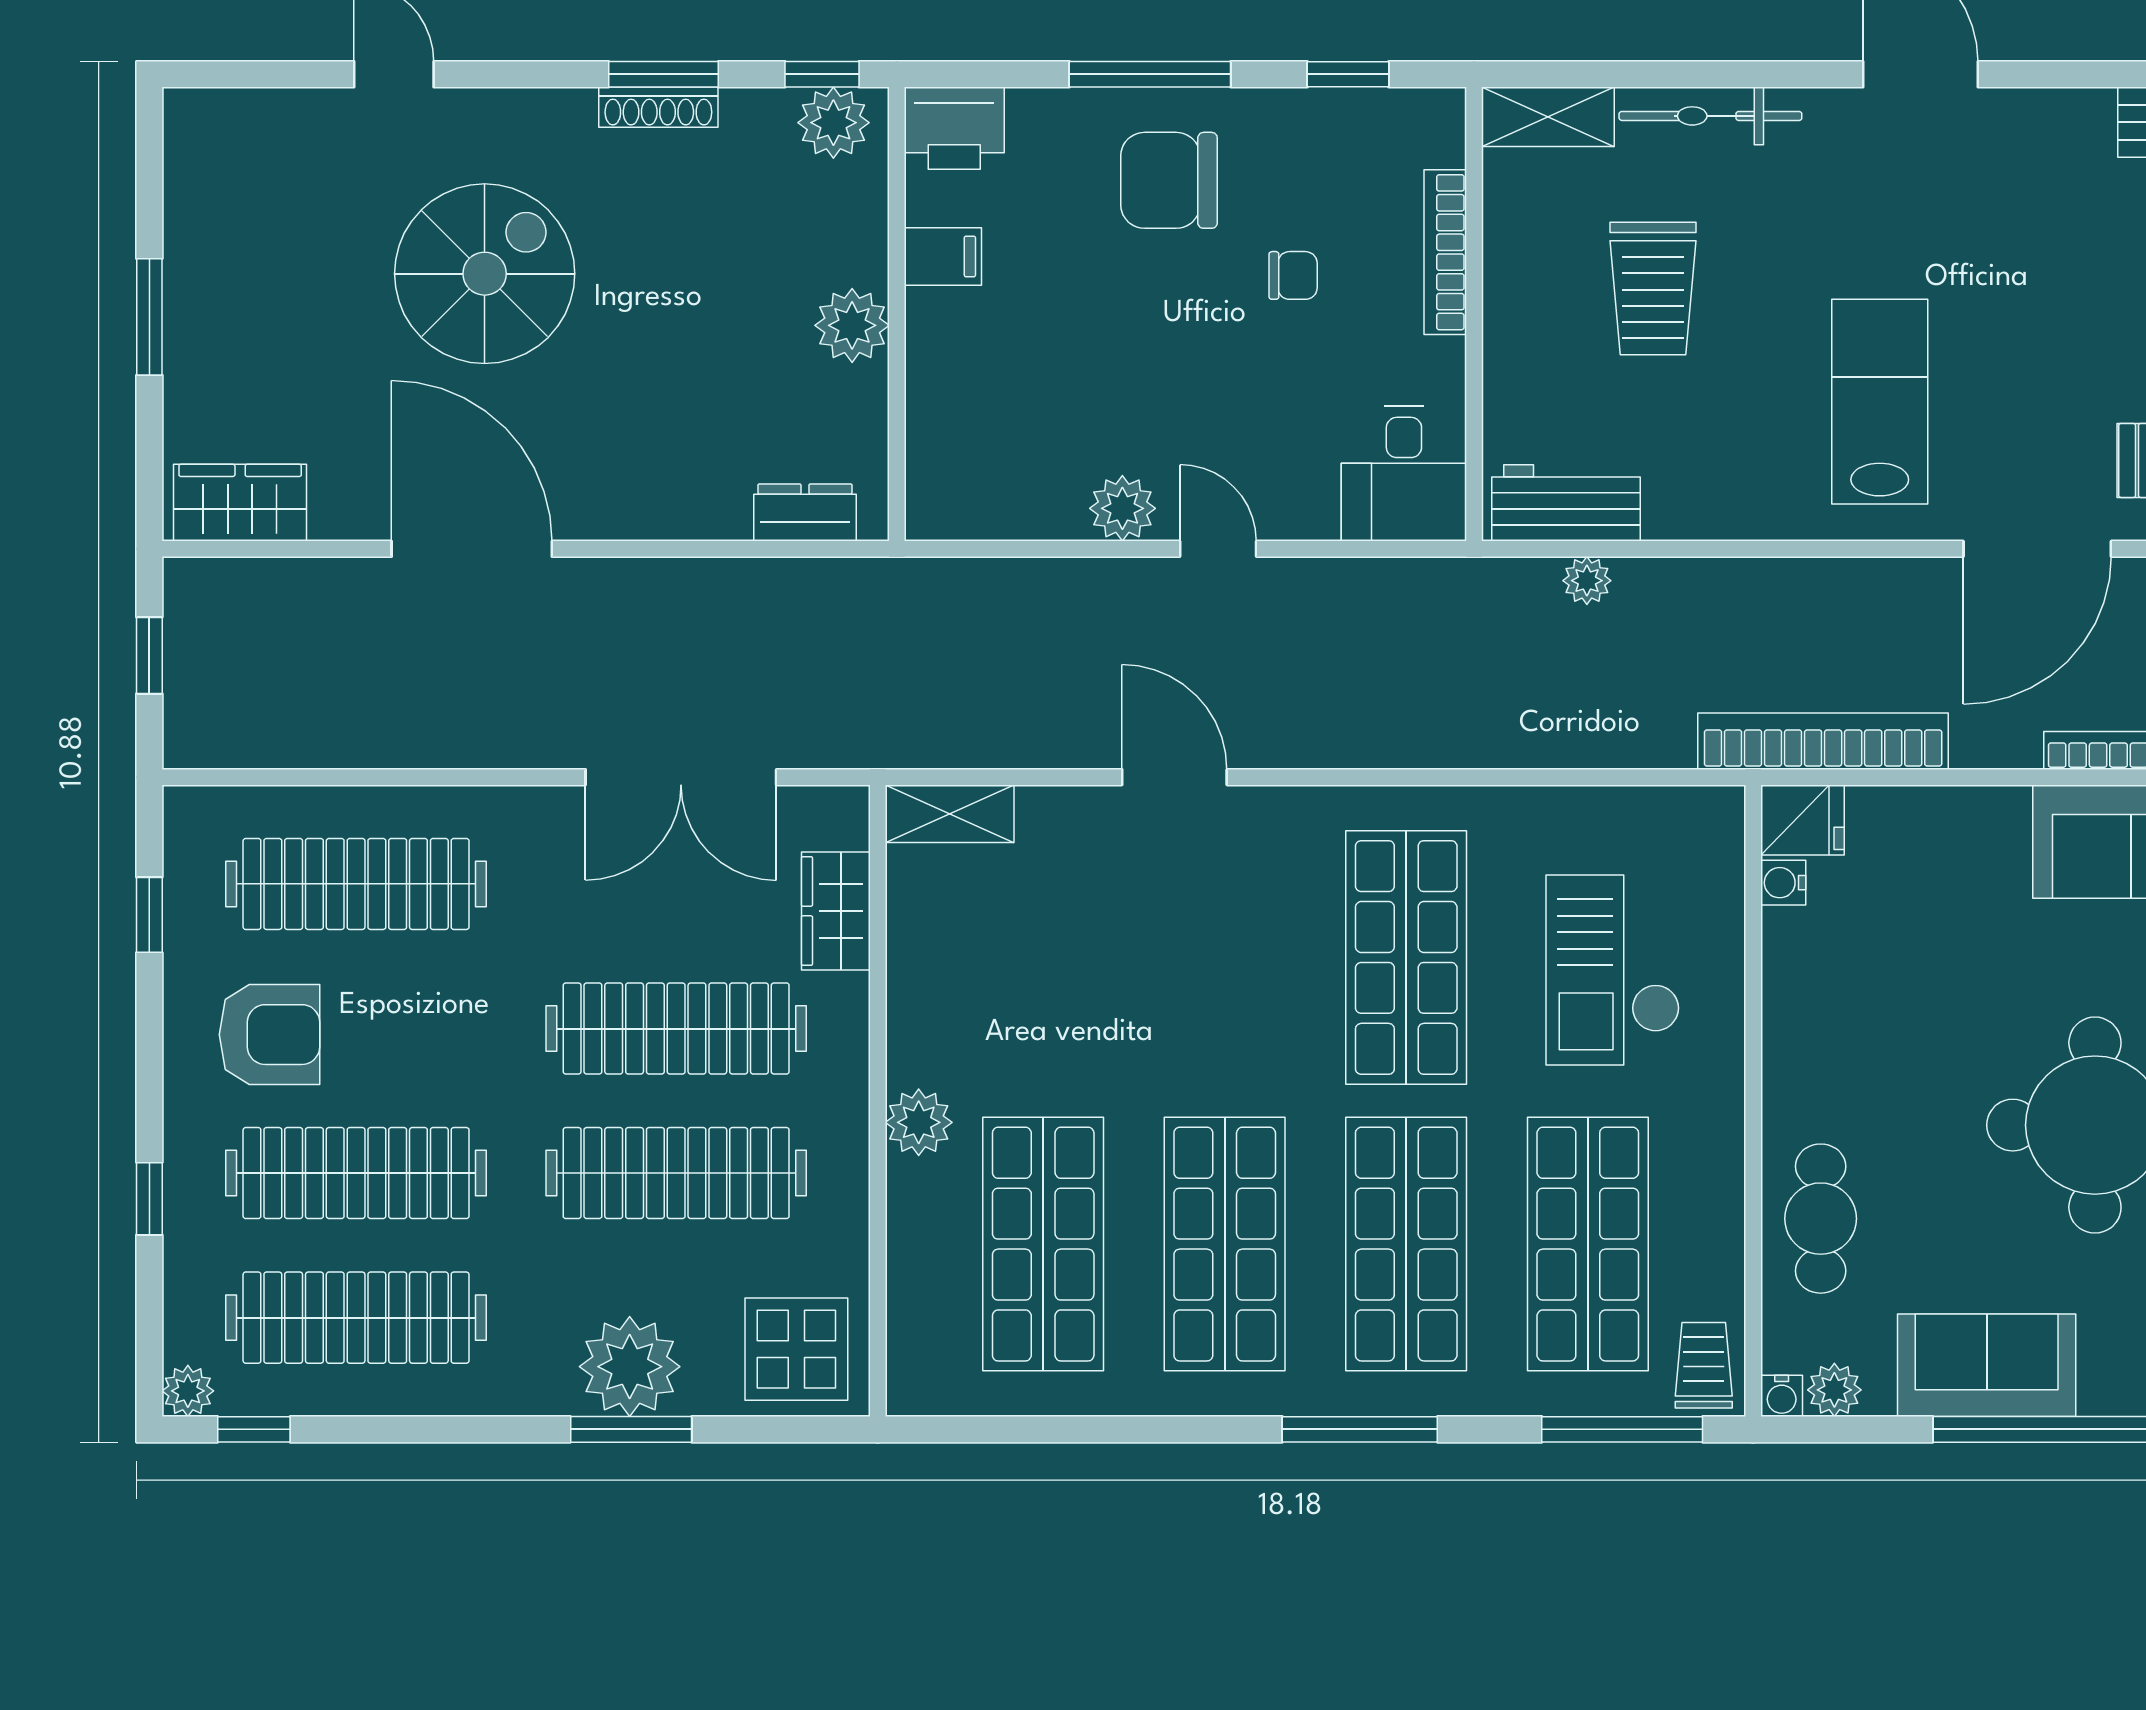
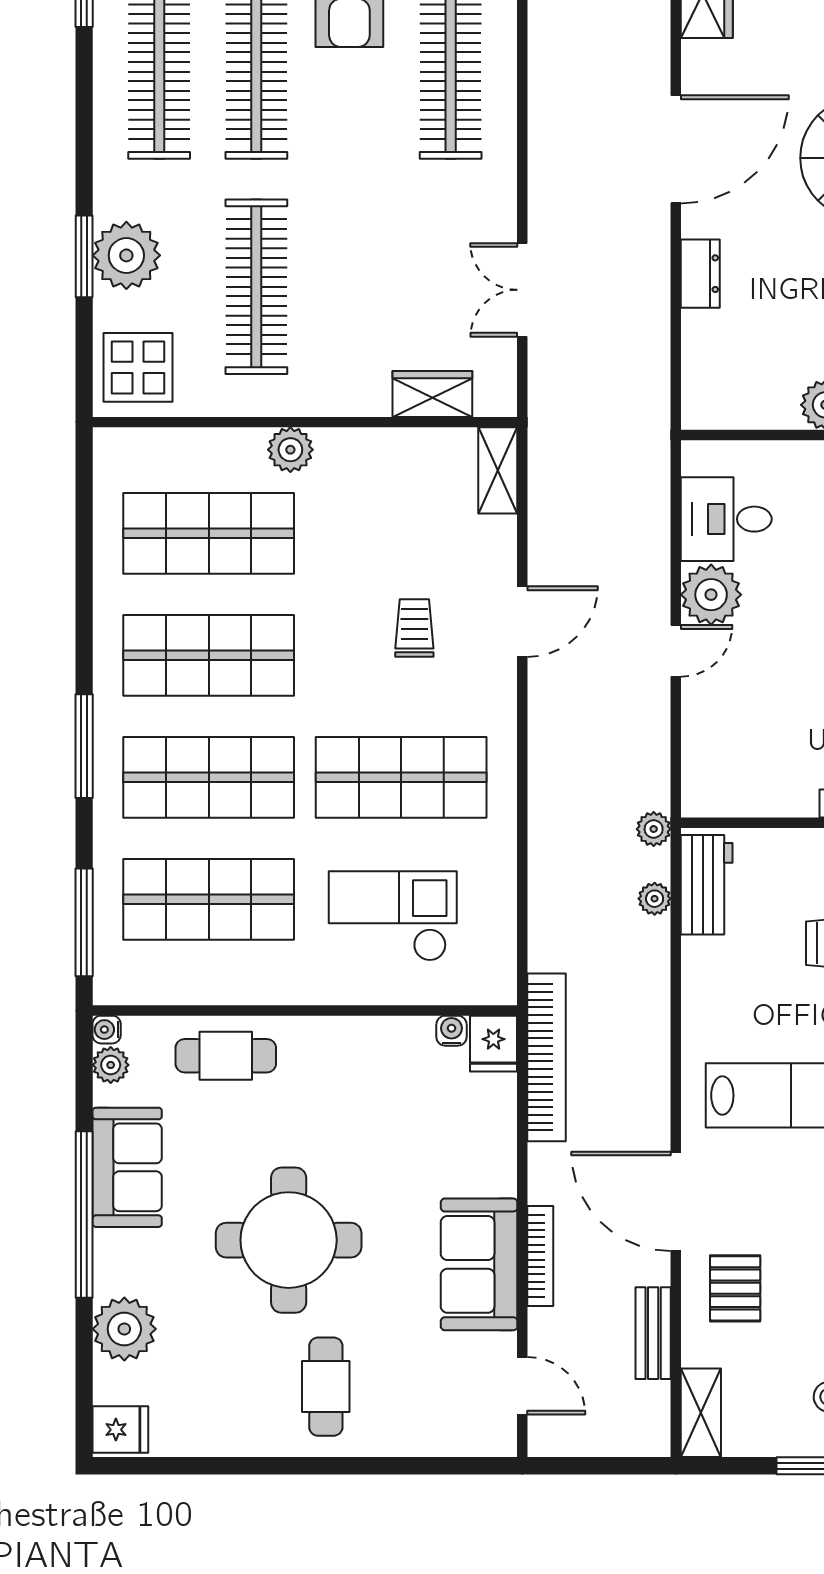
desk: (1404, 474) -> (726, 519), moved
plant: (1122, 508) -> (711, 595), width x1.36, depth x1.36
dresser: (805, 513) -> (700, 274), moved
plant: (1483, 582) -> (654, 829), added
double door: (681, 777) -> (522, 290), width x0.73
clothes rail: (676, 1029) -> (353, 287), removed
trolley: (1704, 1365) -> (414, 628), moved, turned -90

